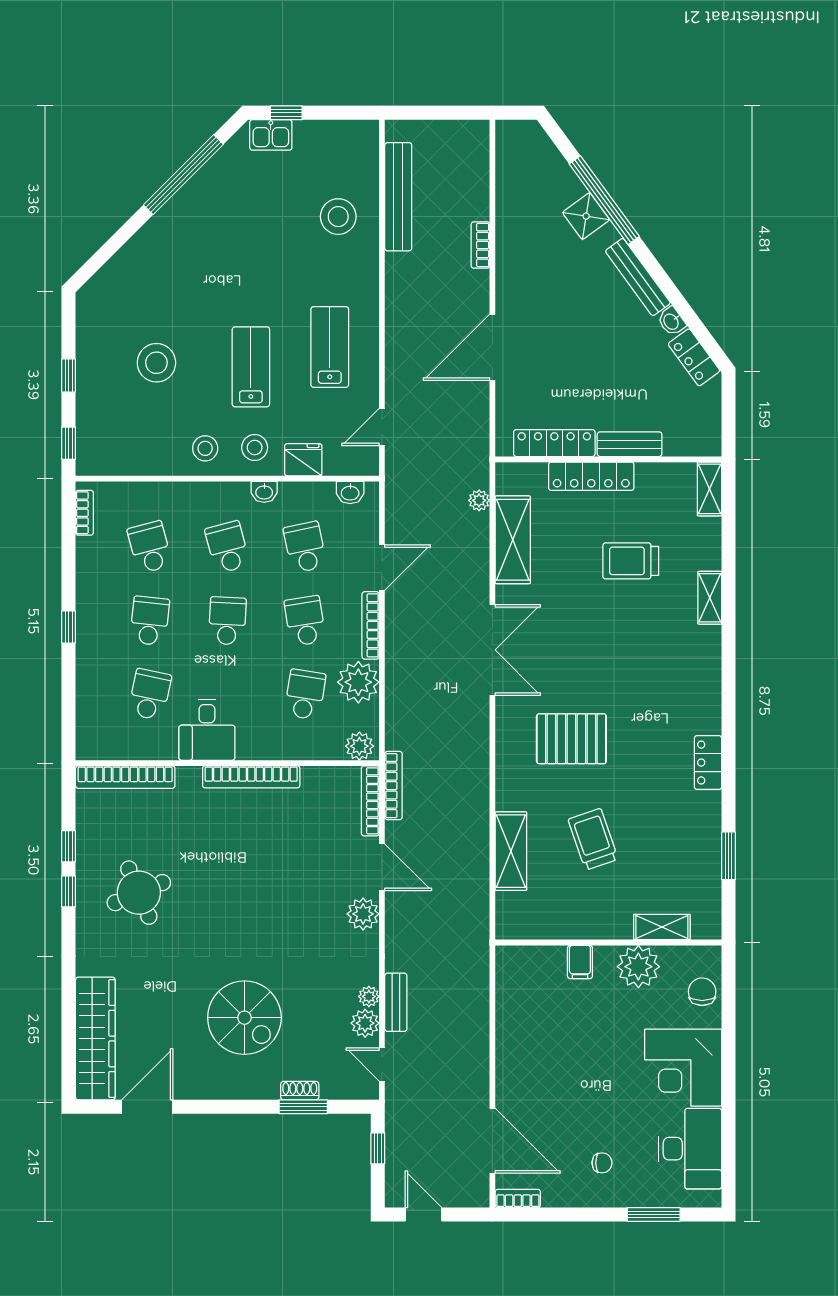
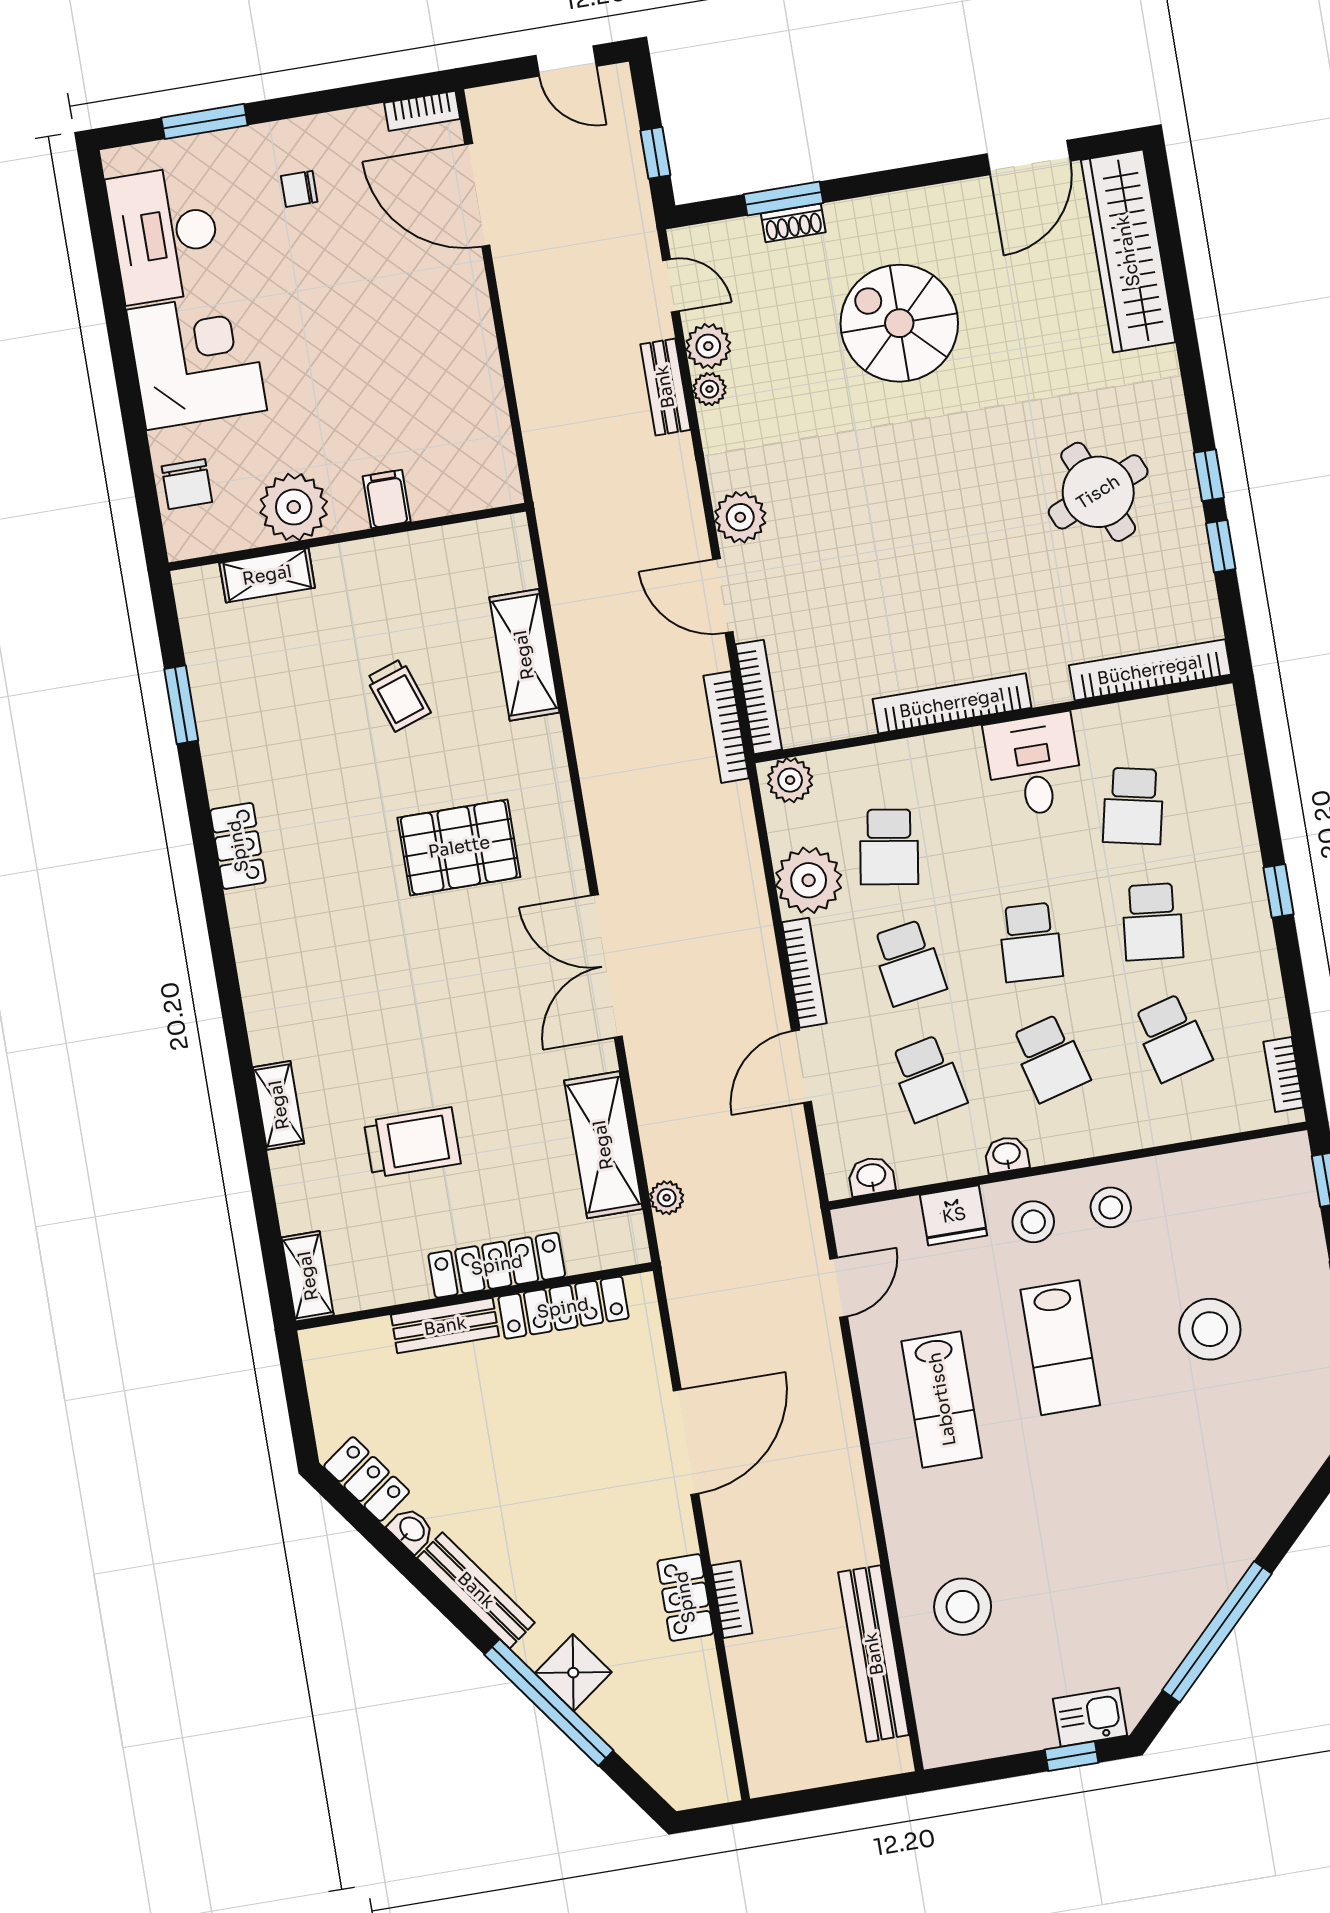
locker: (509, 251) -> (685, 1597), added
trolley: (593, 839) -> (398, 695), width x0.73, depth x0.72

